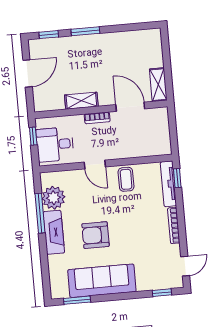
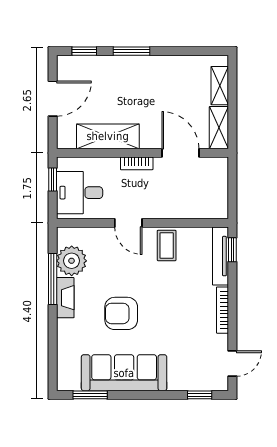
shelving: (156, 52) -> (220, 86), added
shelving: (81, 101) -> (108, 136), width x1.50, depth x1.33
fireplace: (54, 232) -> (65, 298), width x0.73, depth x0.76

